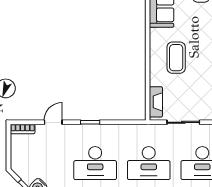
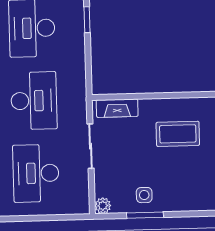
desk: (149, 163) -> (34, 101), turned 180

